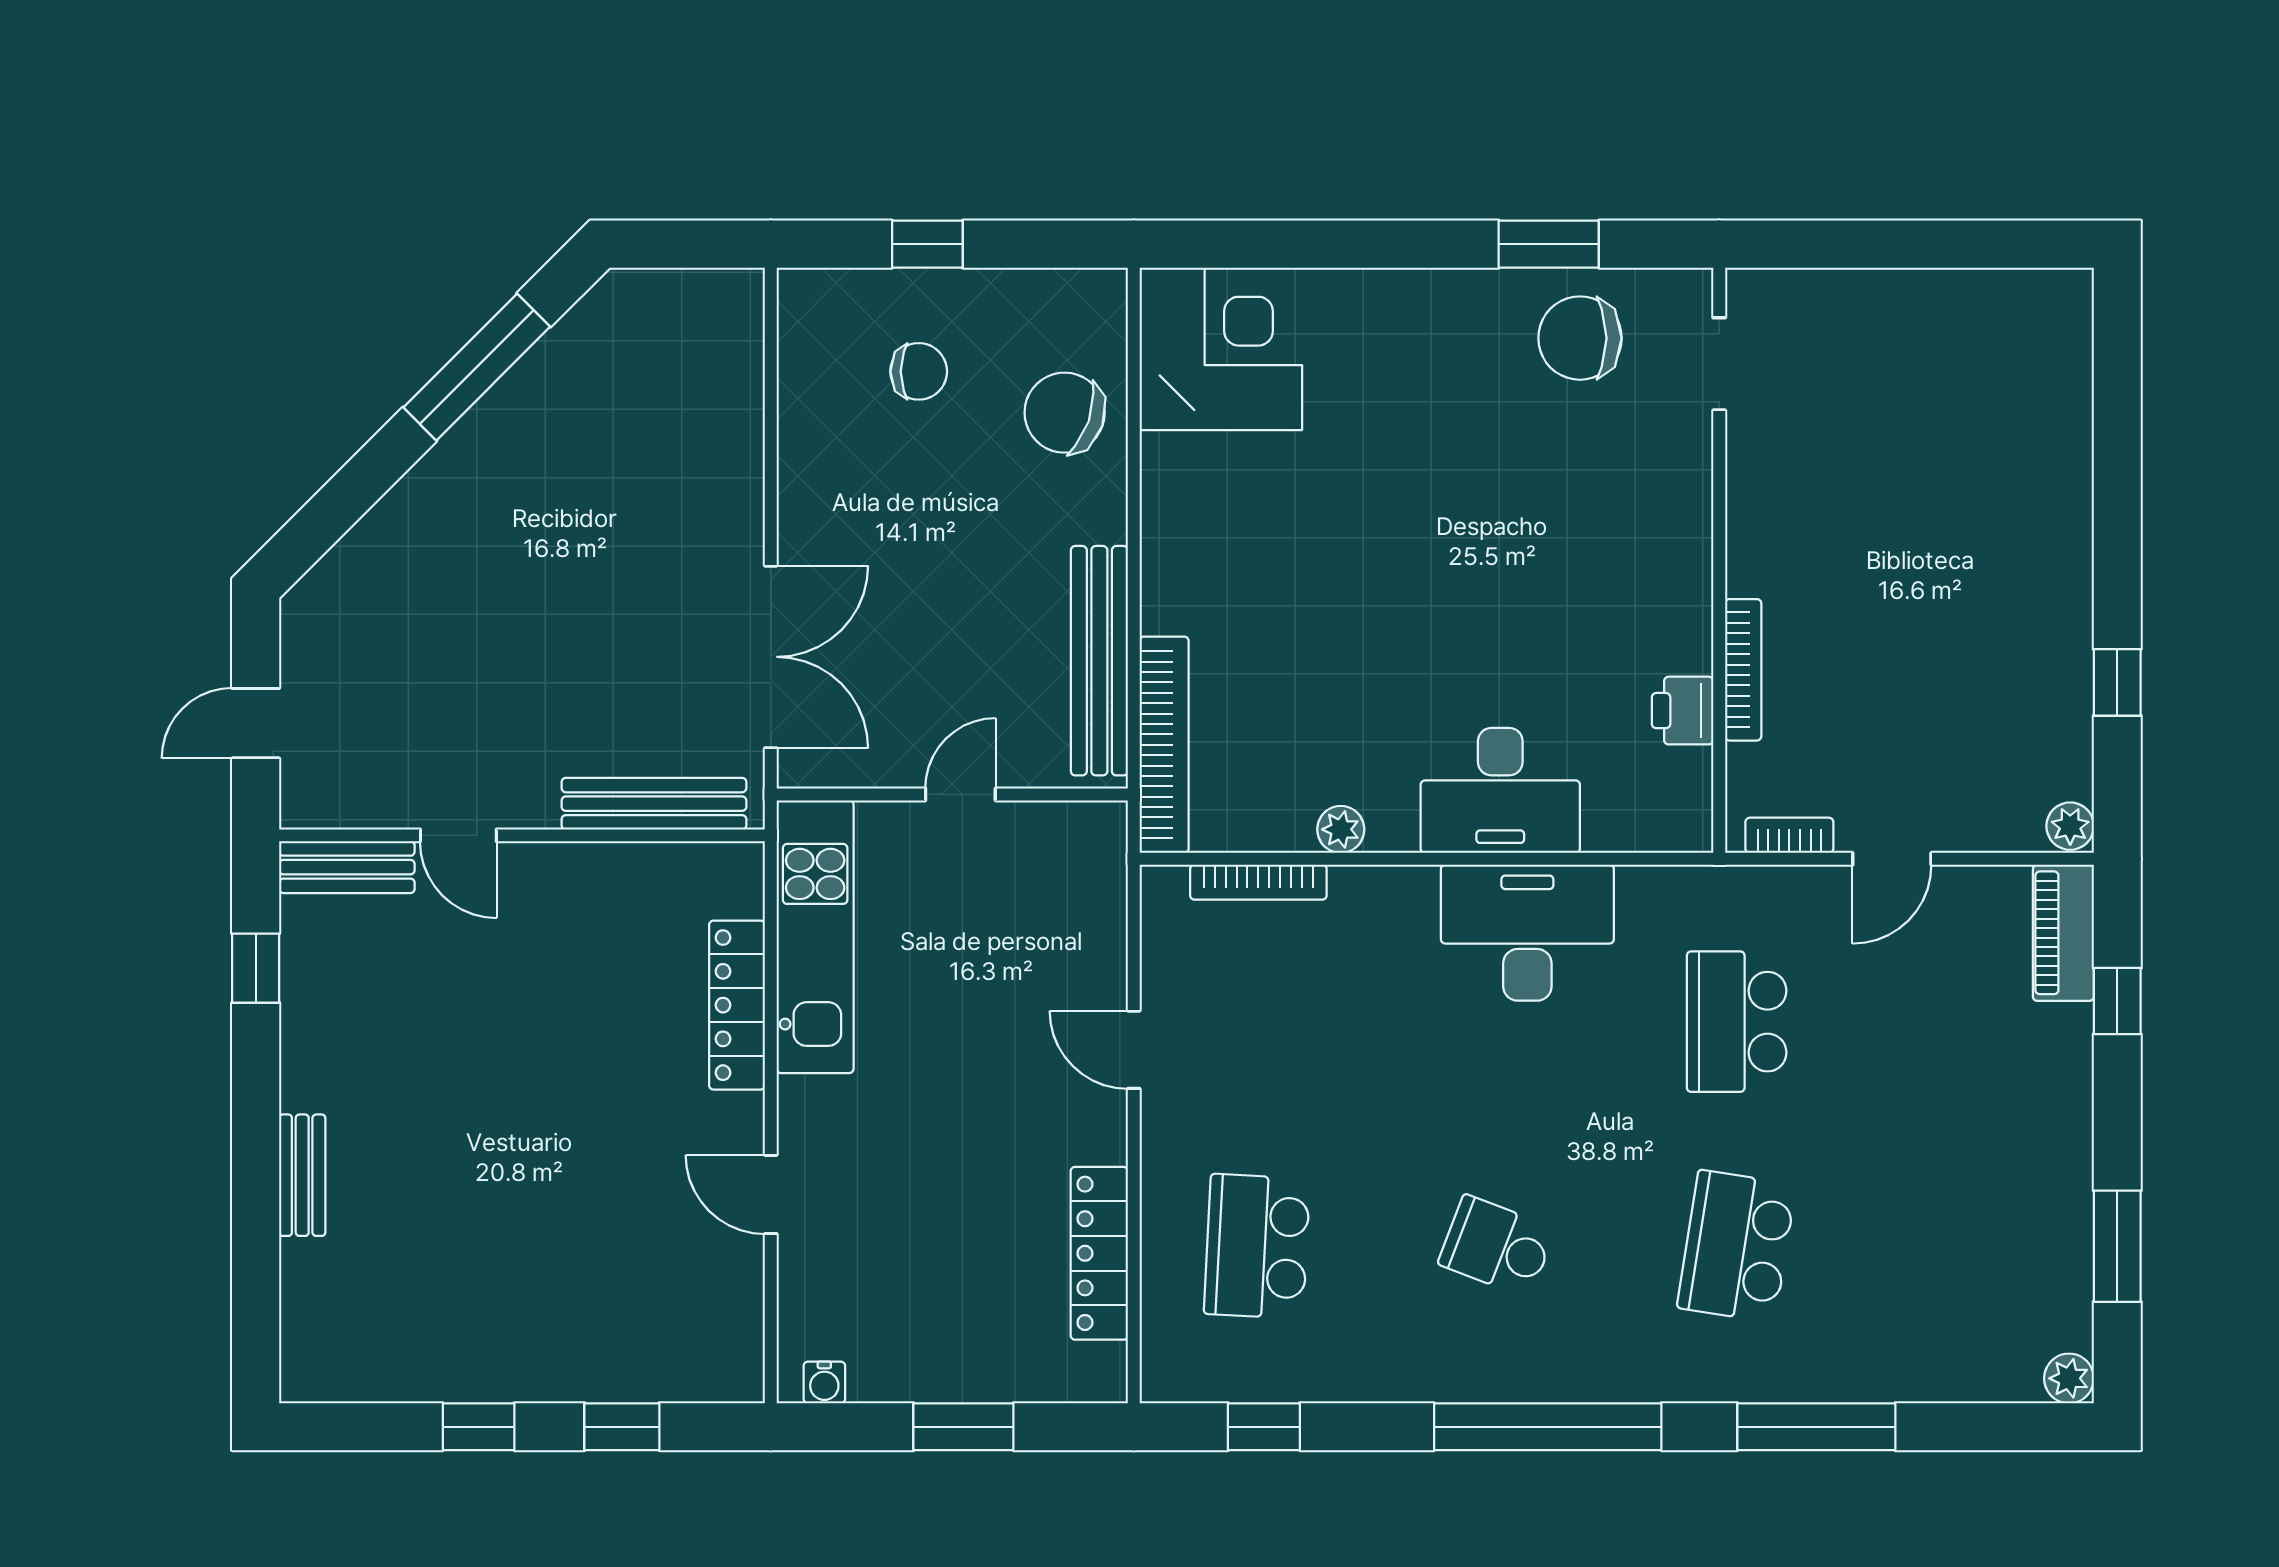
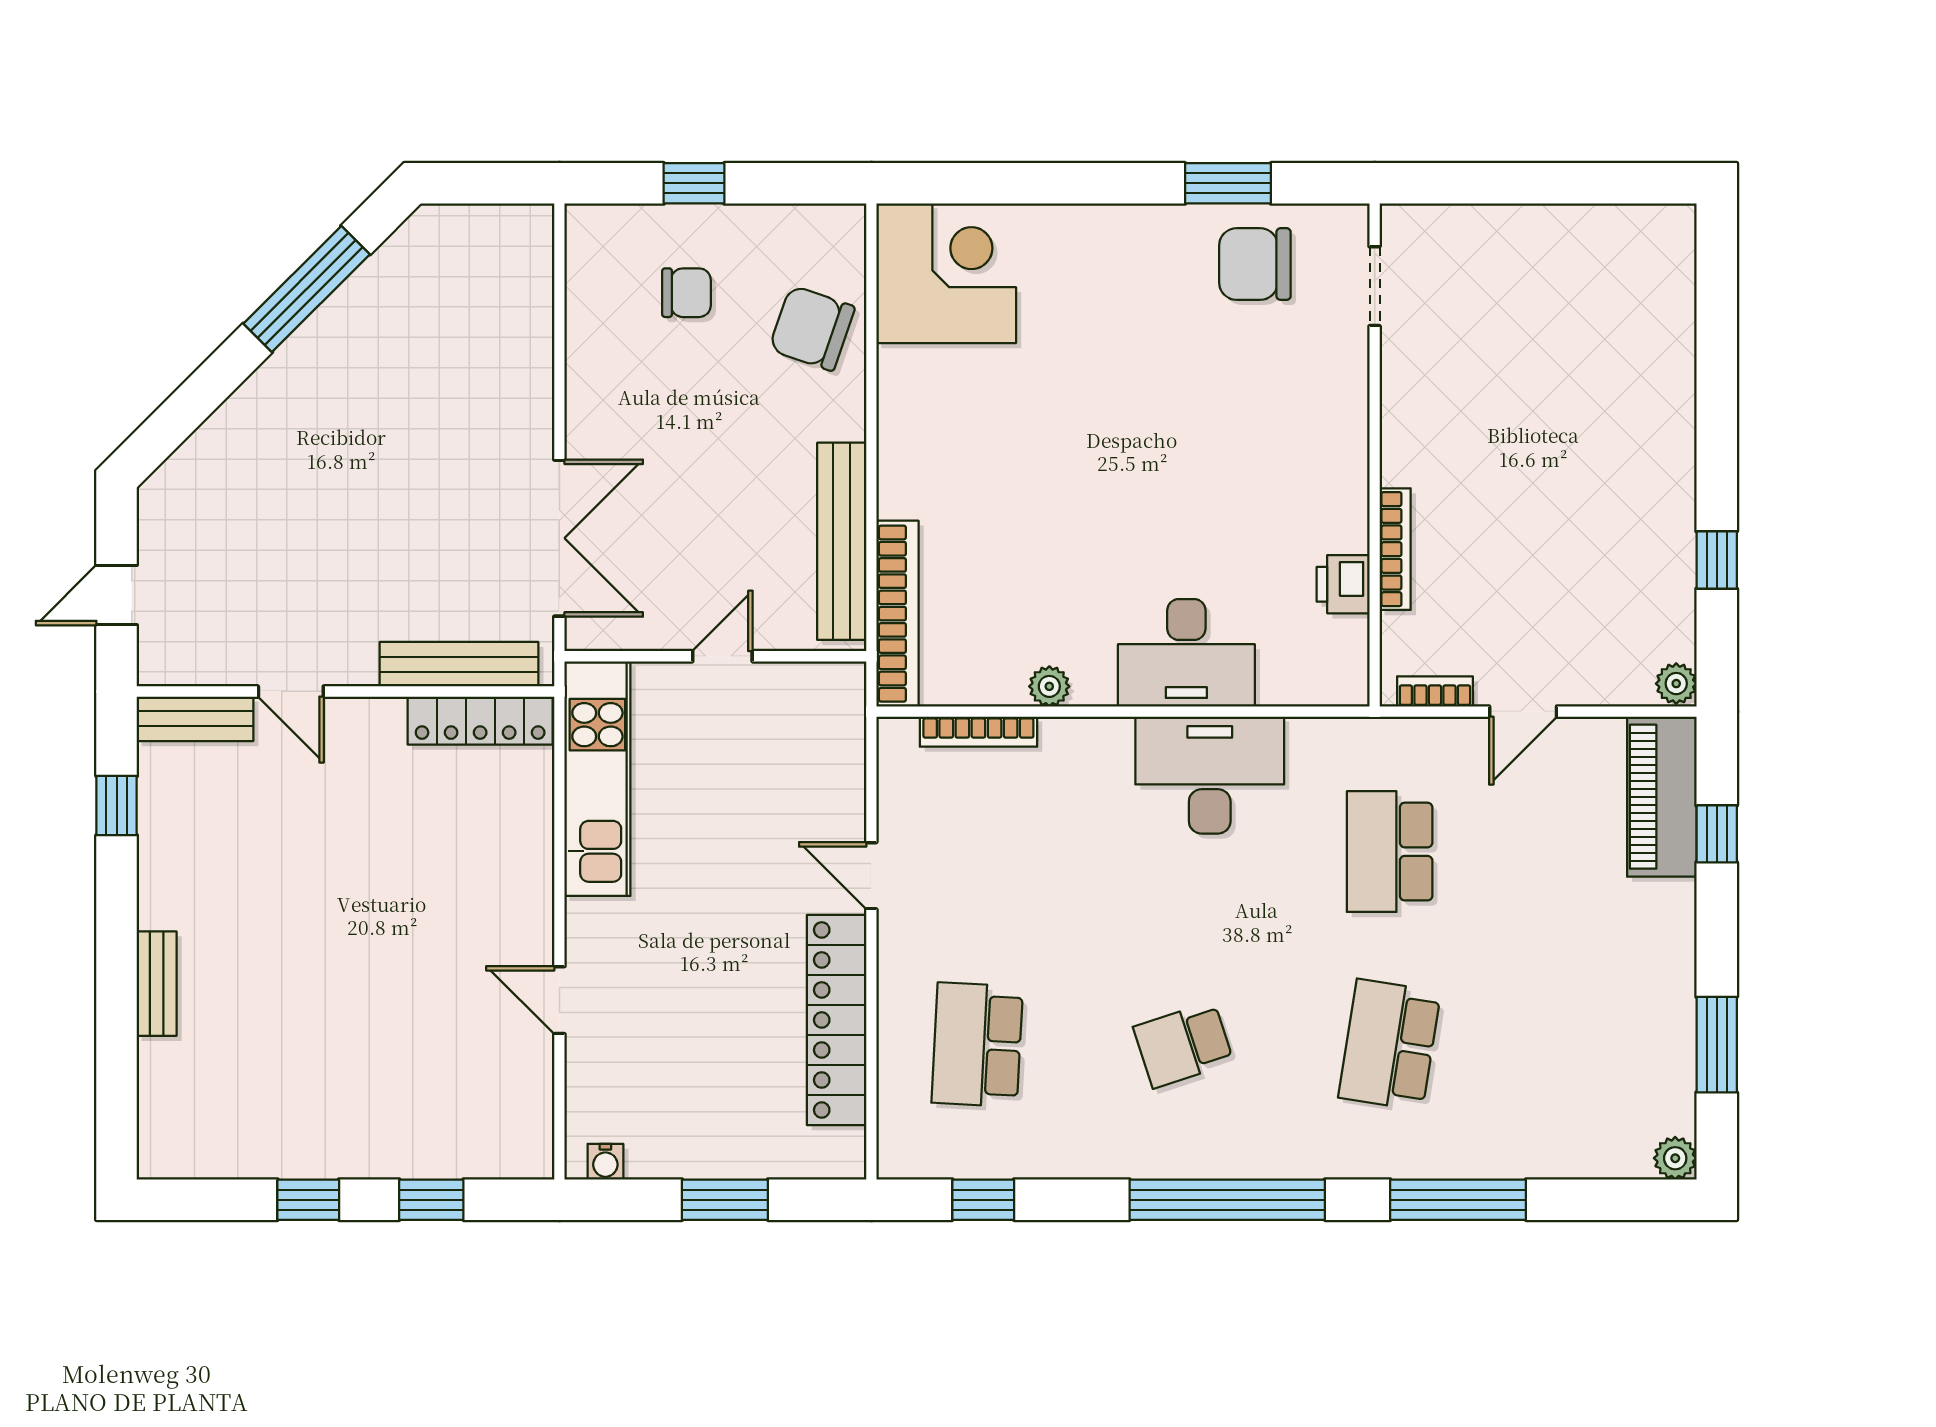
piano: (2063, 933) -> (1662, 797), width x1.37, depth x1.33
locker: (737, 1005) -> (480, 721), moved, turned -90
school desk: (1497, 1246) -> (1183, 1045), turned -39
locker: (1099, 1253) -> (837, 1020), width x1.41, depth x1.21

